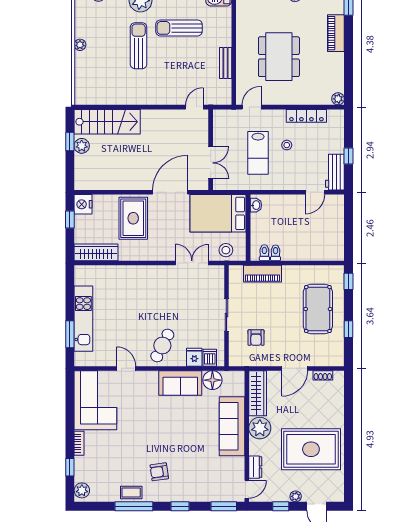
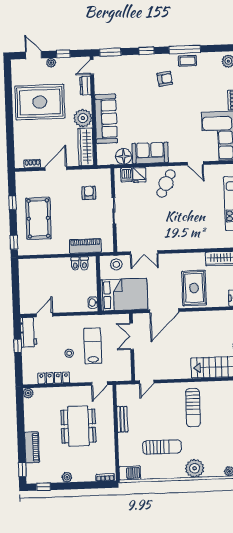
sun lounger: (139, 46) -> (193, 408), moved

